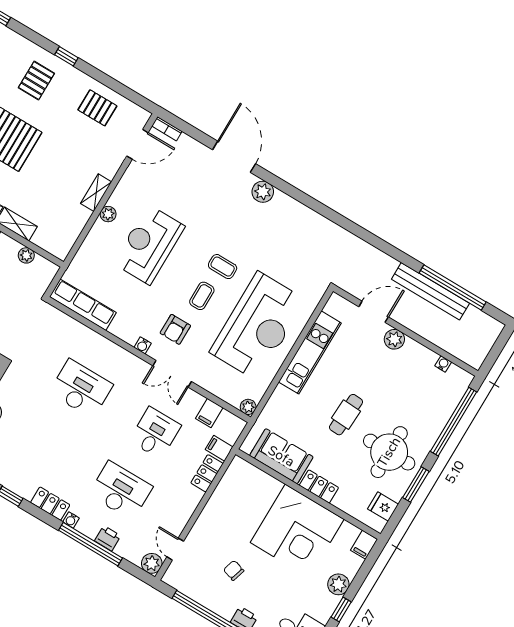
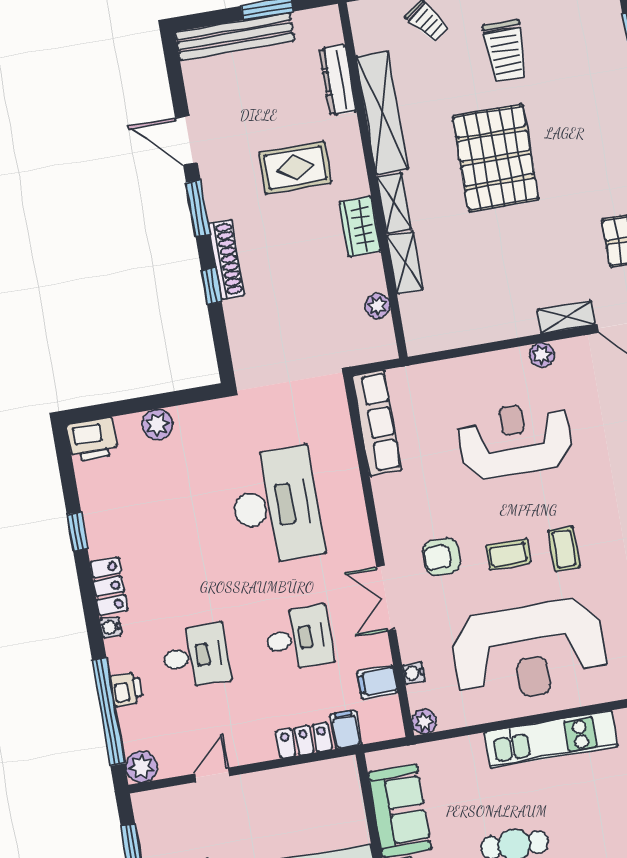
pallet: (36, 81) -> (594, 140), removed
shelving: (96, 193) -> (566, 317), moved
plant: (108, 214) -> (542, 355), moved
water cooler: (143, 345) -> (414, 673), moved
desk: (81, 389) -> (276, 506), width x1.36, depth x1.30
desk: (121, 490) -> (196, 656), width x0.73
window: (90, 544) -> (108, 712), moved
door: (175, 549) -> (212, 775), moved

